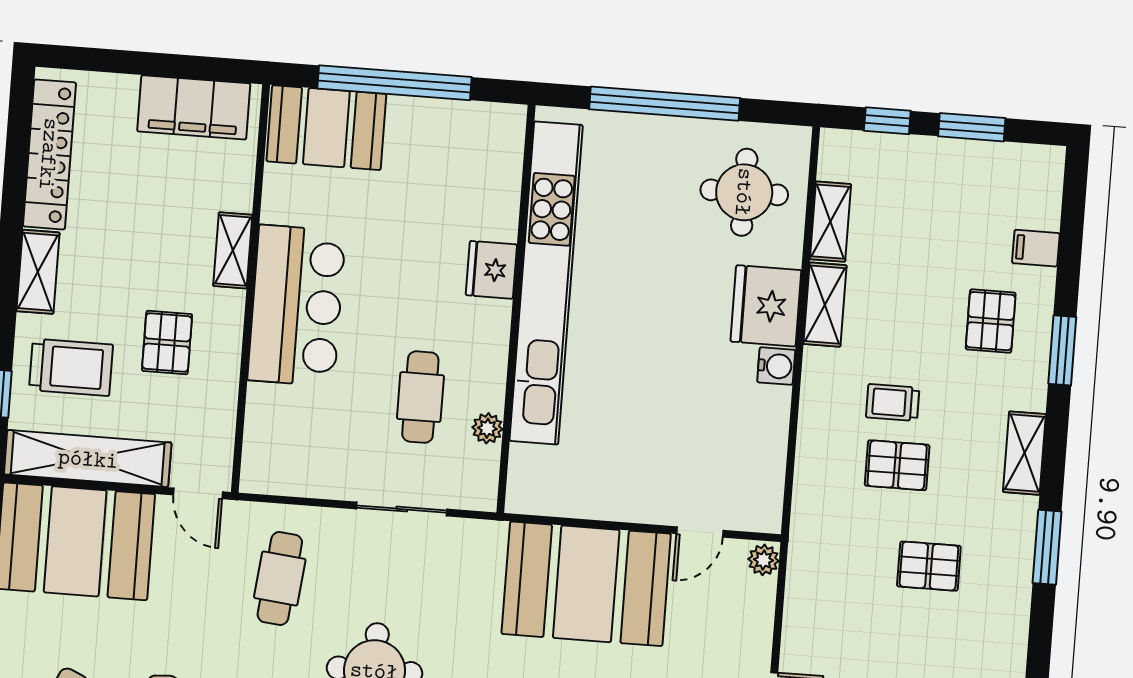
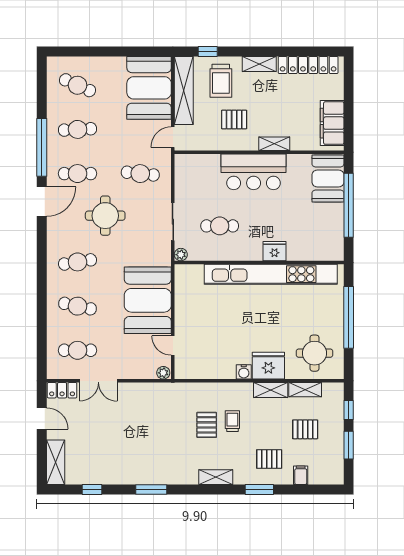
plant: (487, 428) -> (181, 255), moved
window: (1047, 547) -> (151, 489), moved
pallet: (929, 566) -> (305, 429), moved, turned 90

